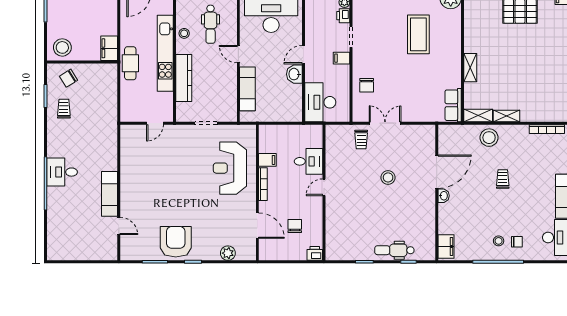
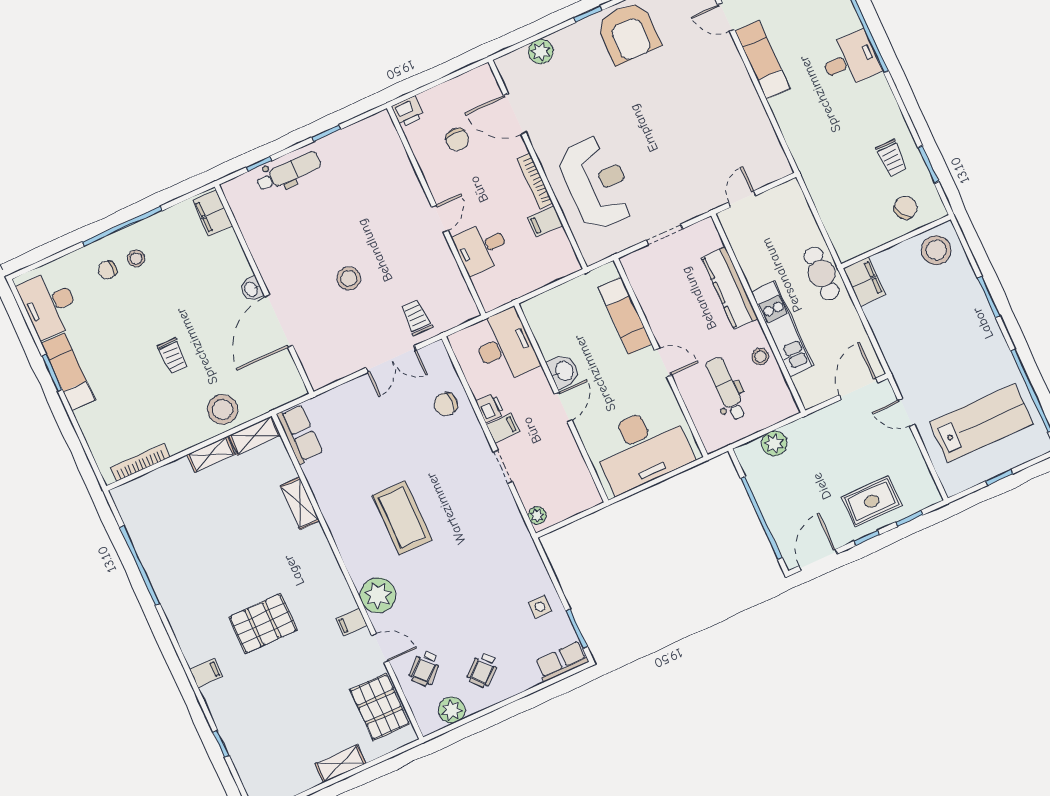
printer: (343, 16) -> (490, 408), moved
kitchen unit: (165, 53) -> (782, 329), width x0.73
chair: (367, 85) -> (446, 404), turned -90

